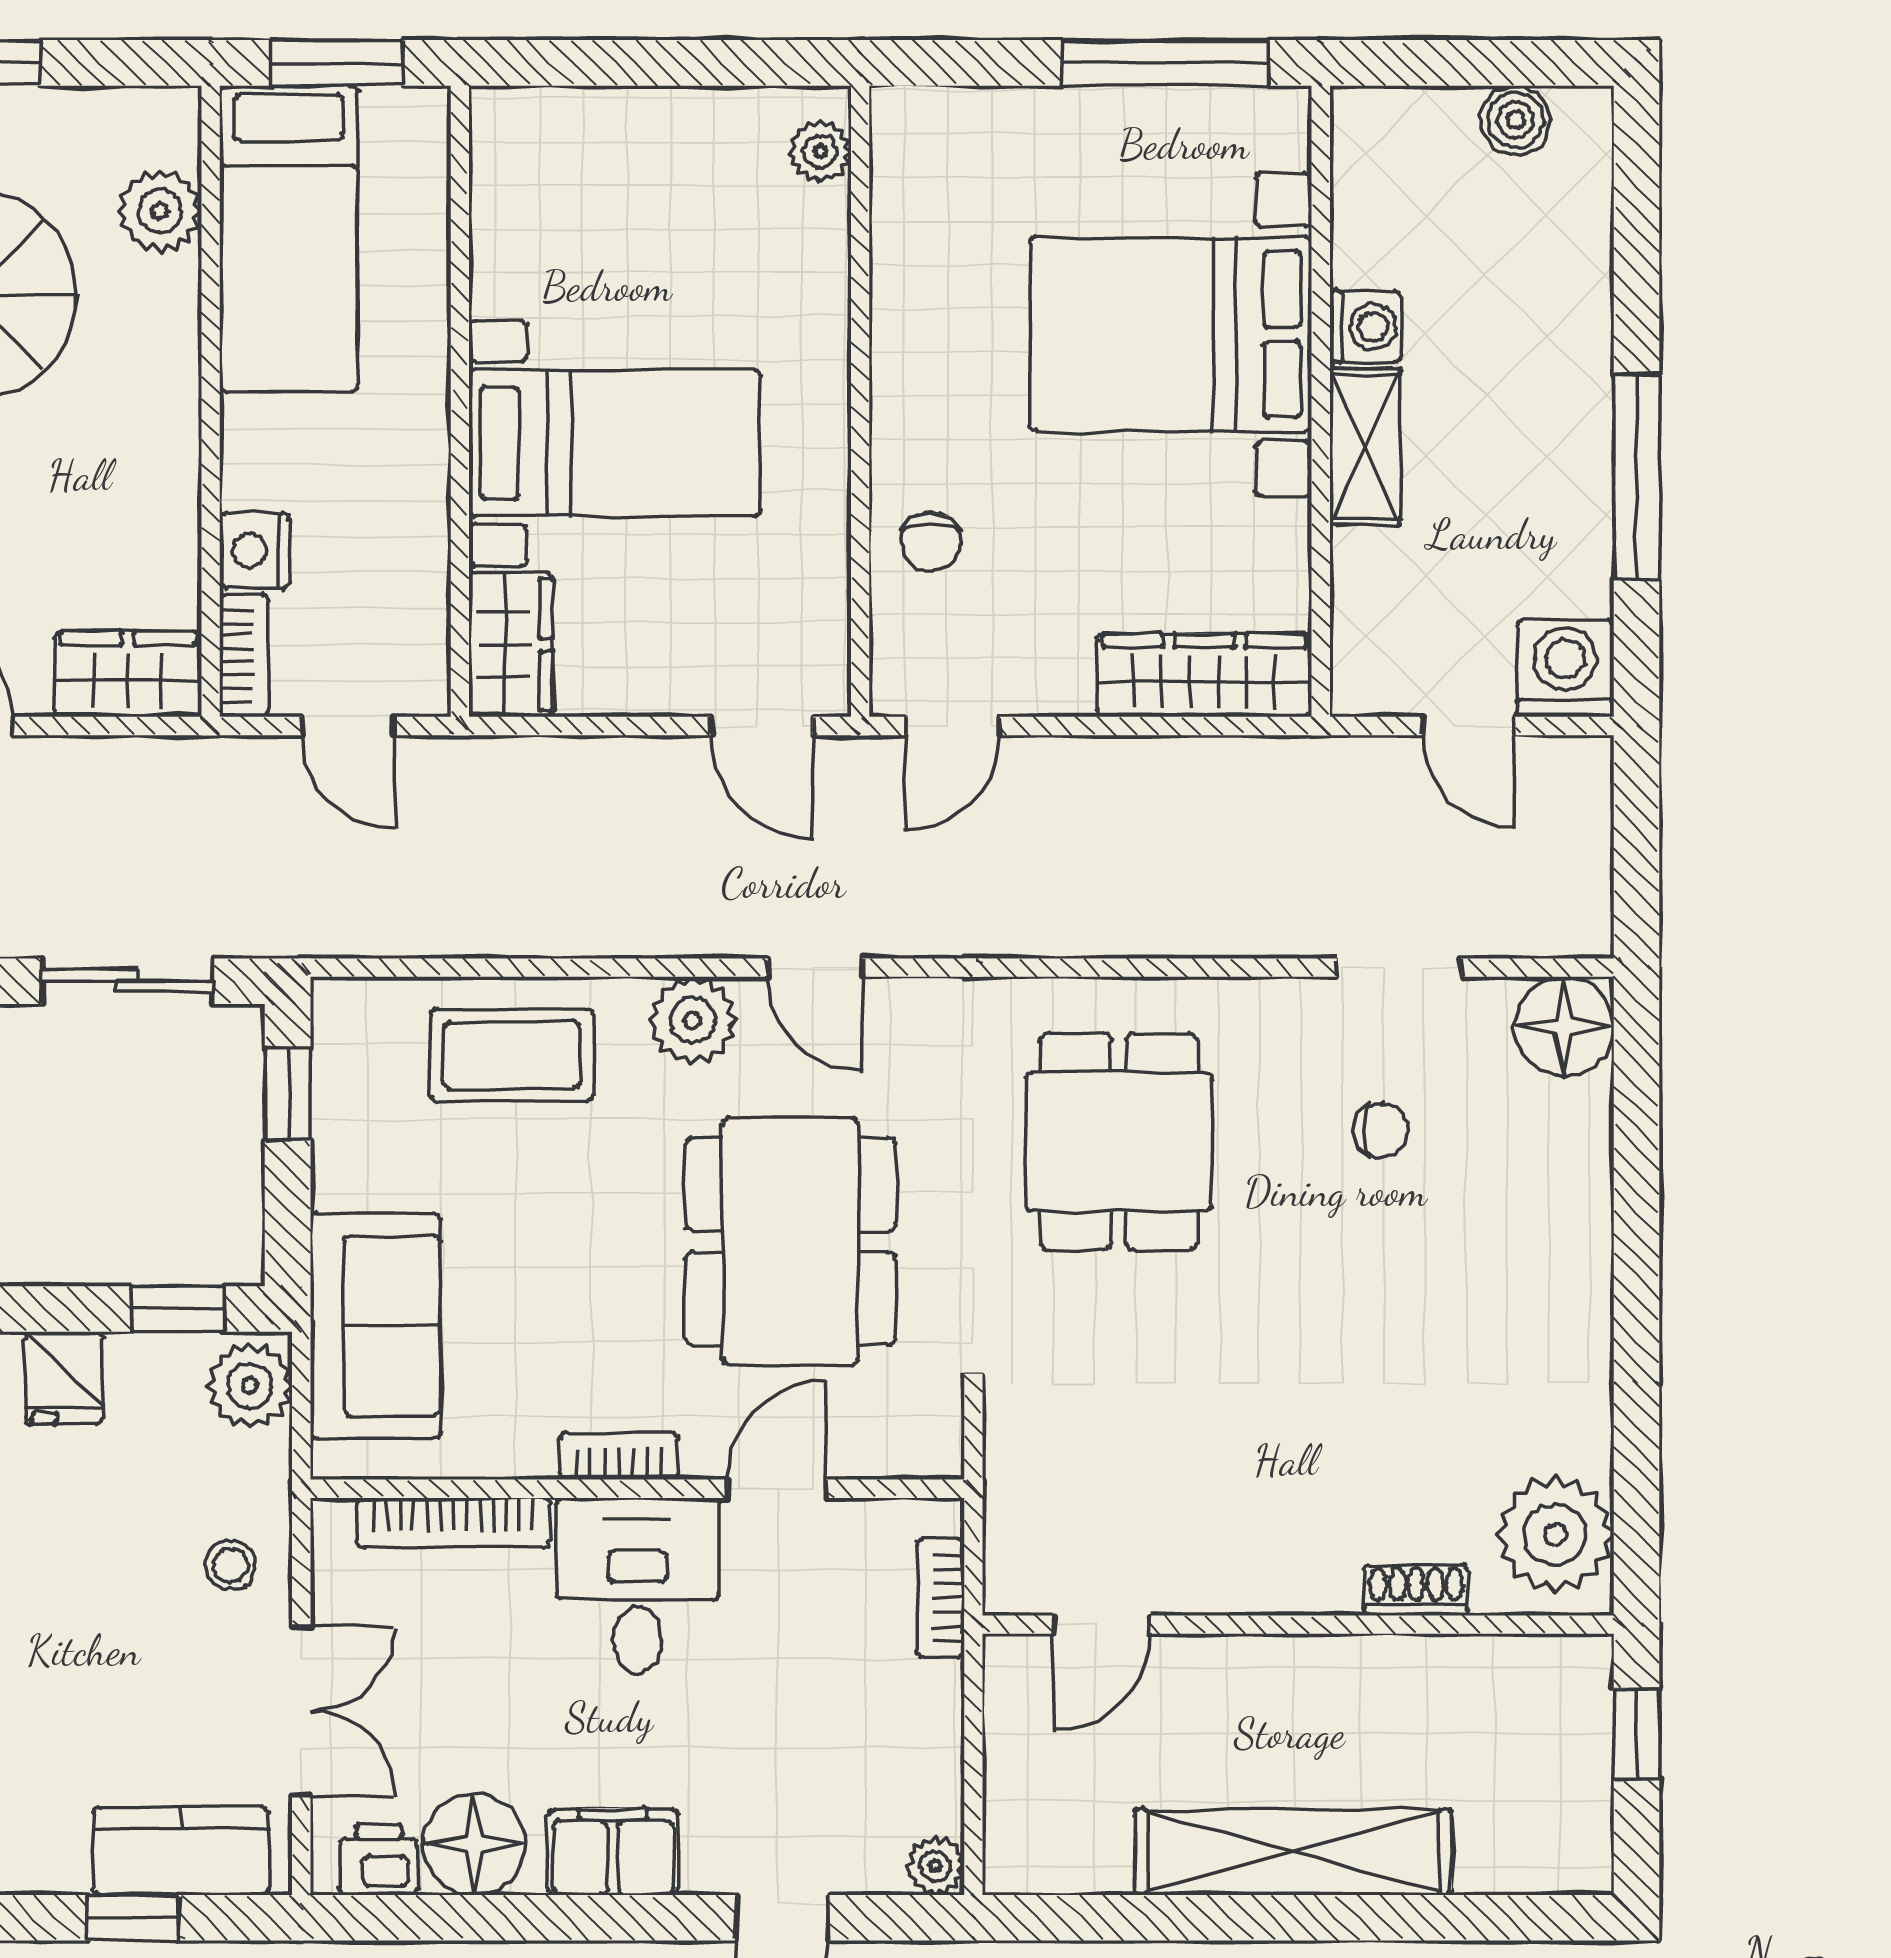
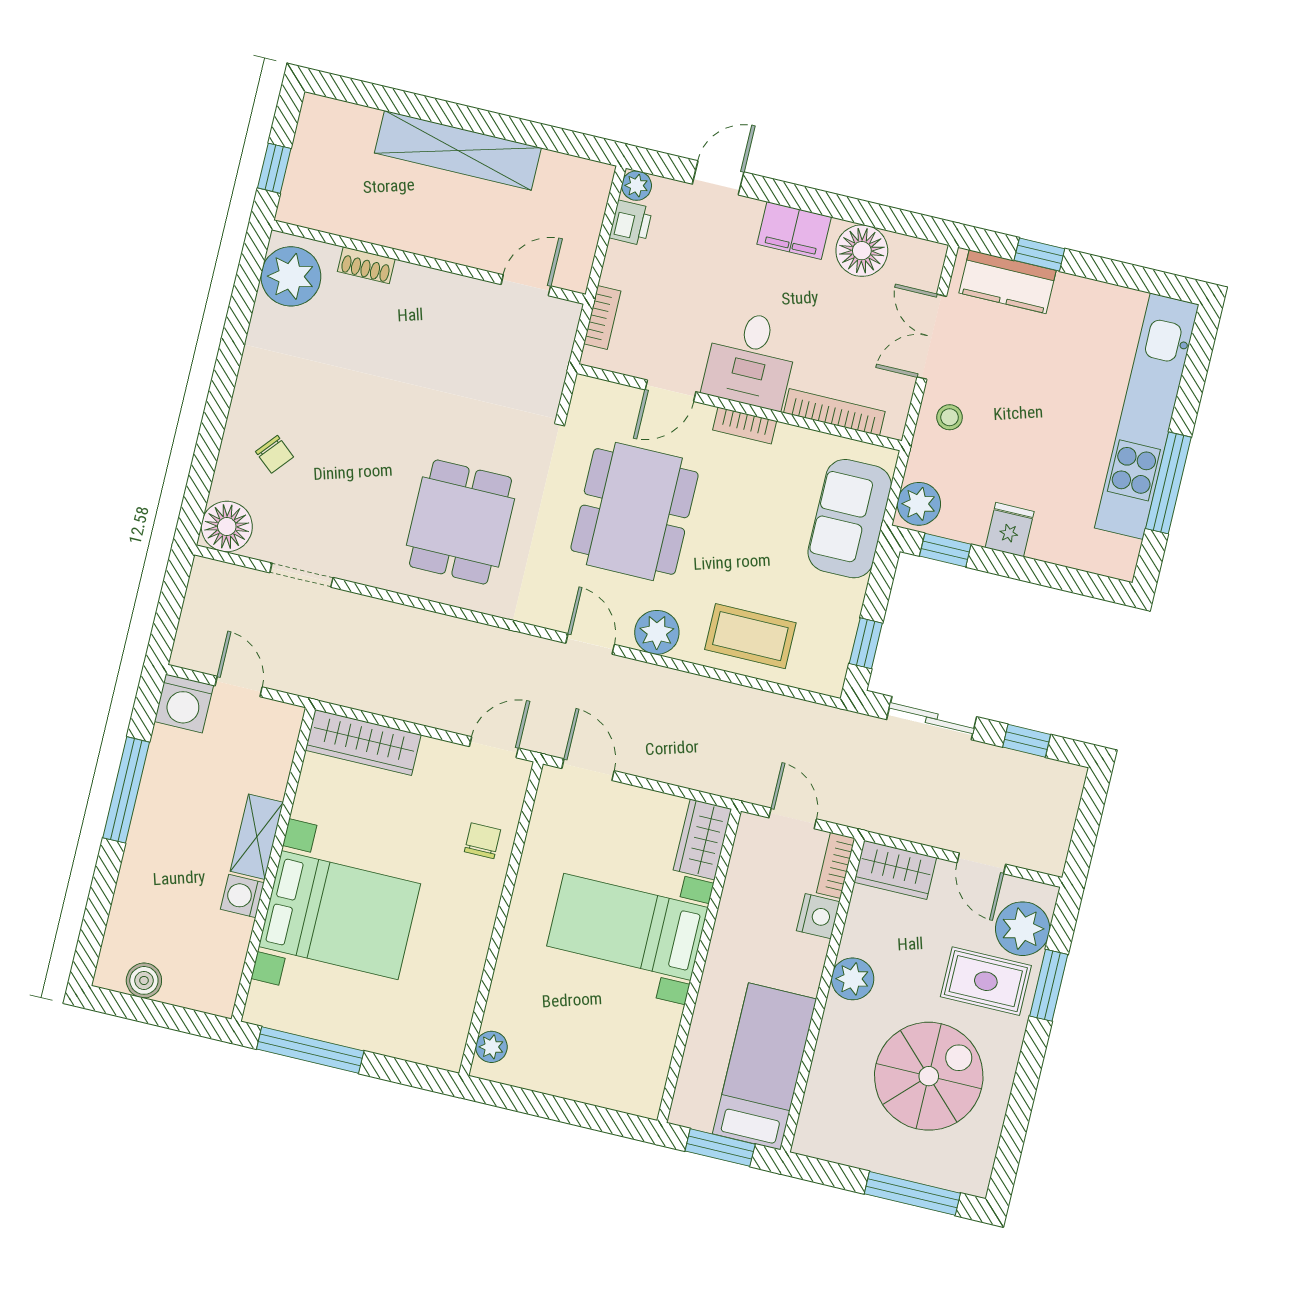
plant: (160, 211) -> (853, 979), moved
chair: (1381, 1130) -> (275, 454), moved, turned -140
printer: (379, 1860) -> (631, 223), moved, turned -90

